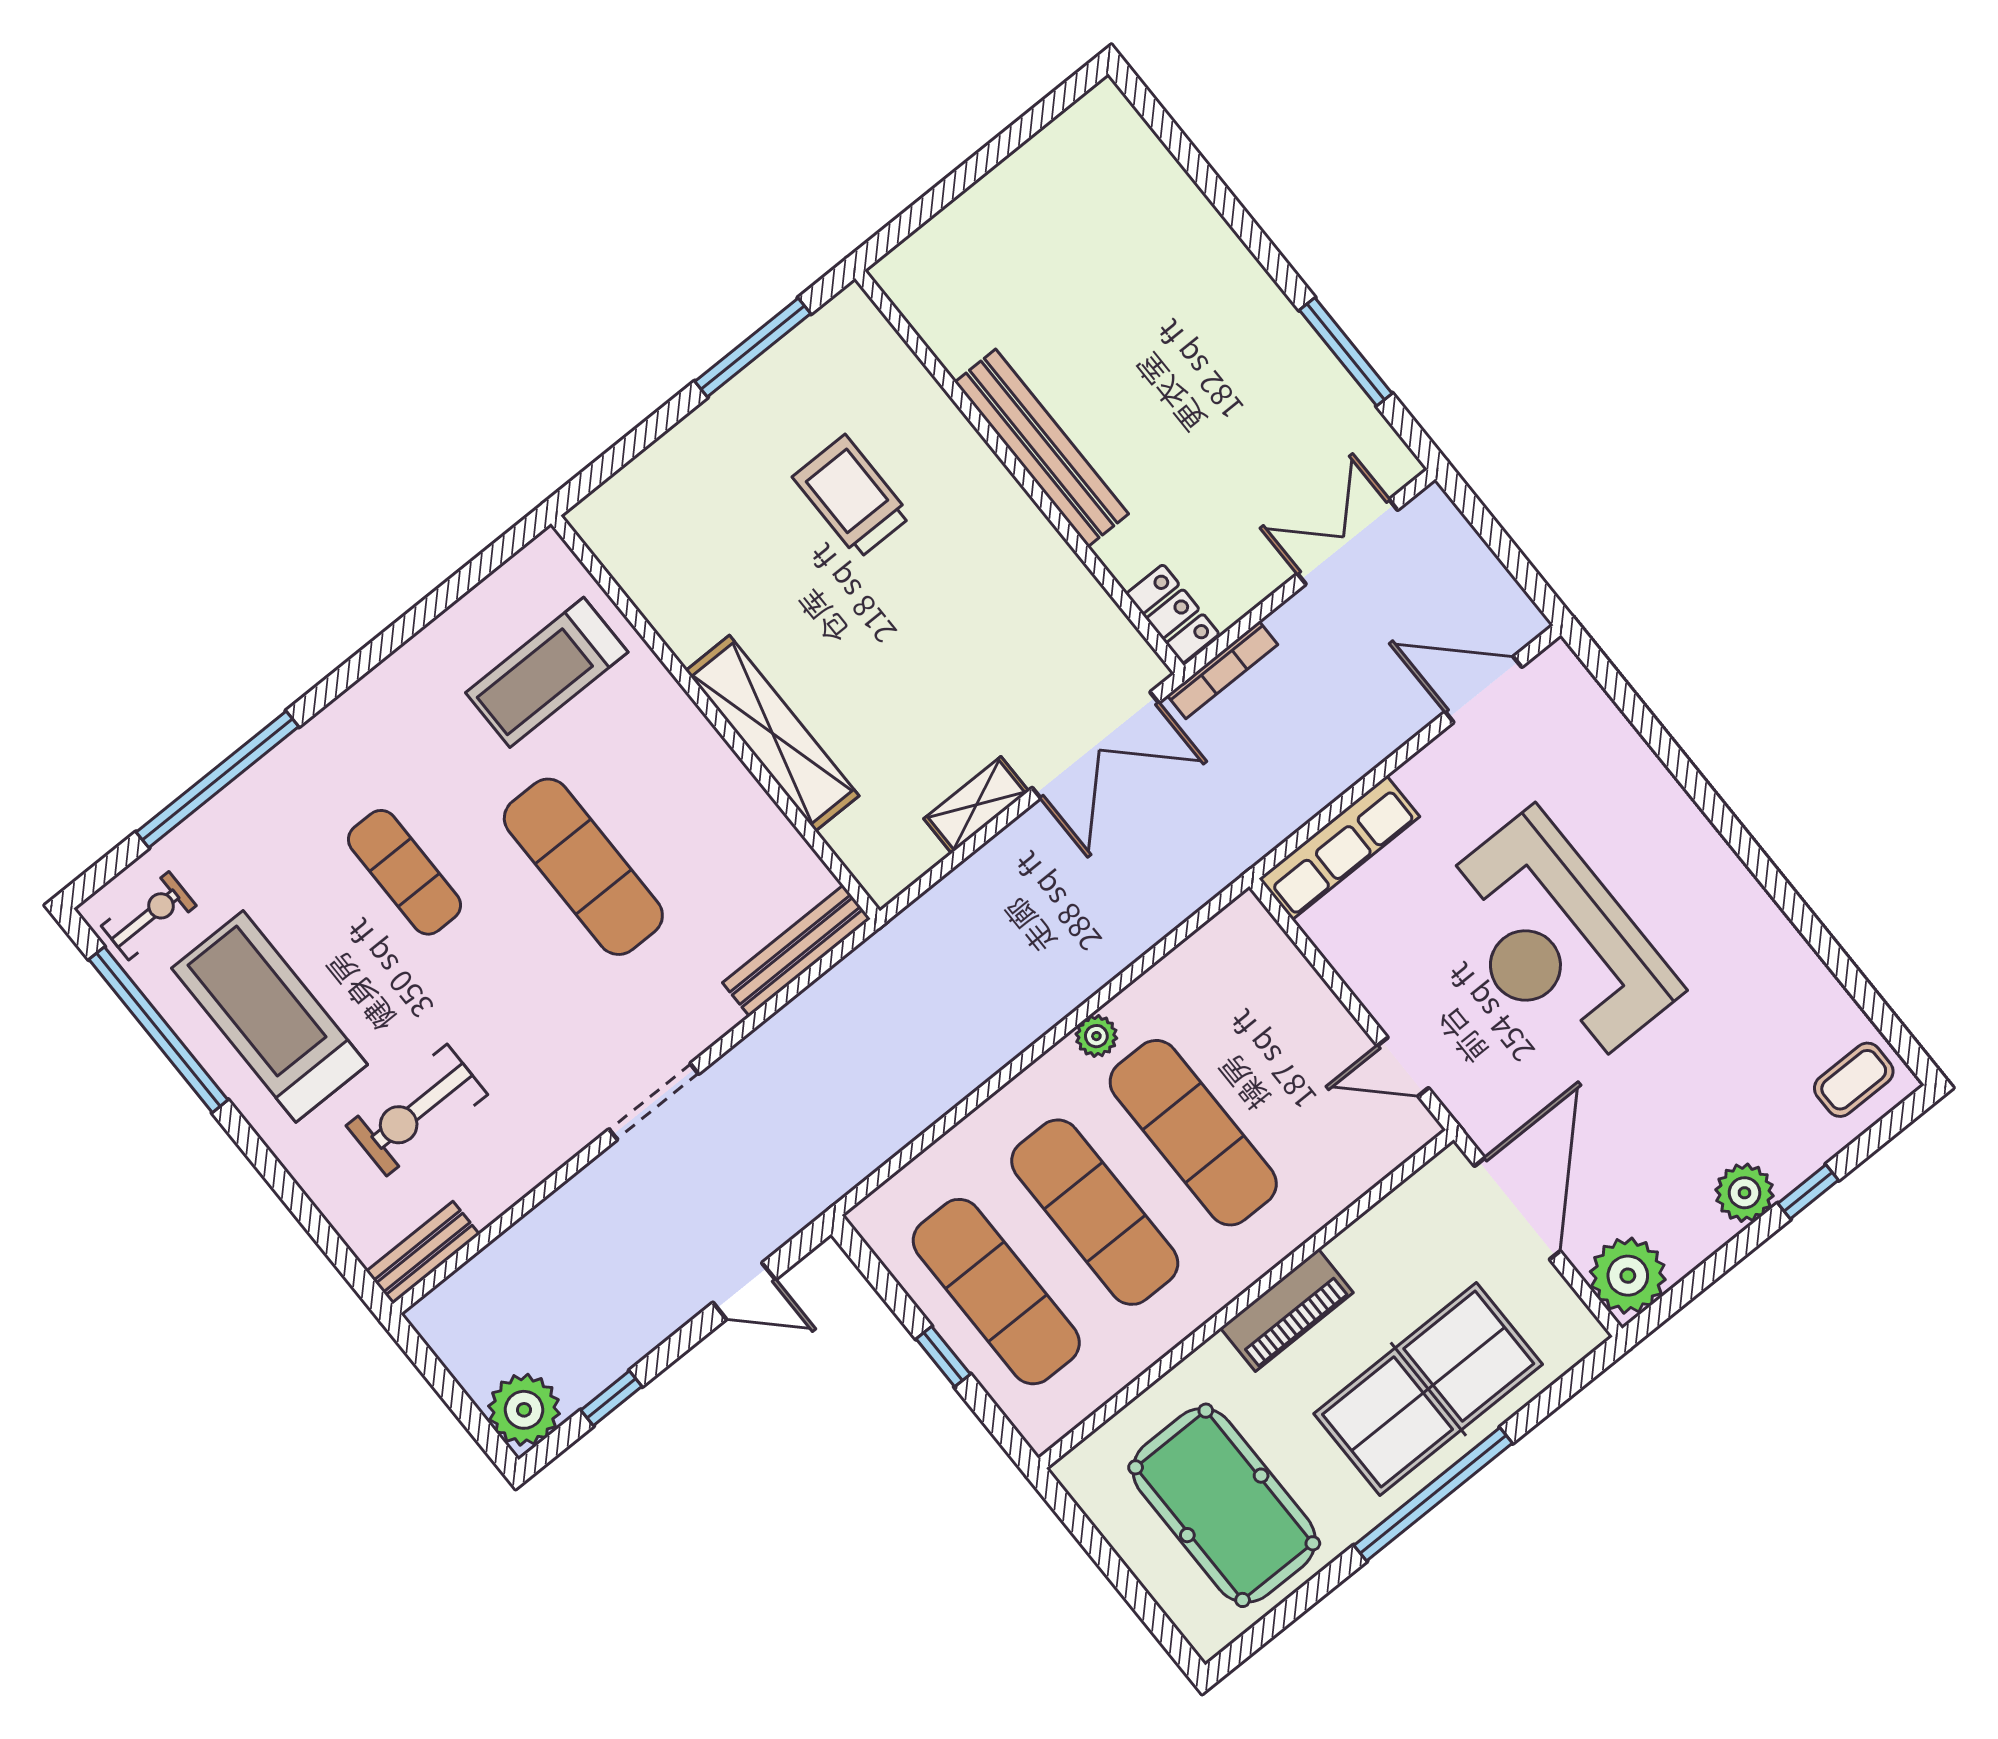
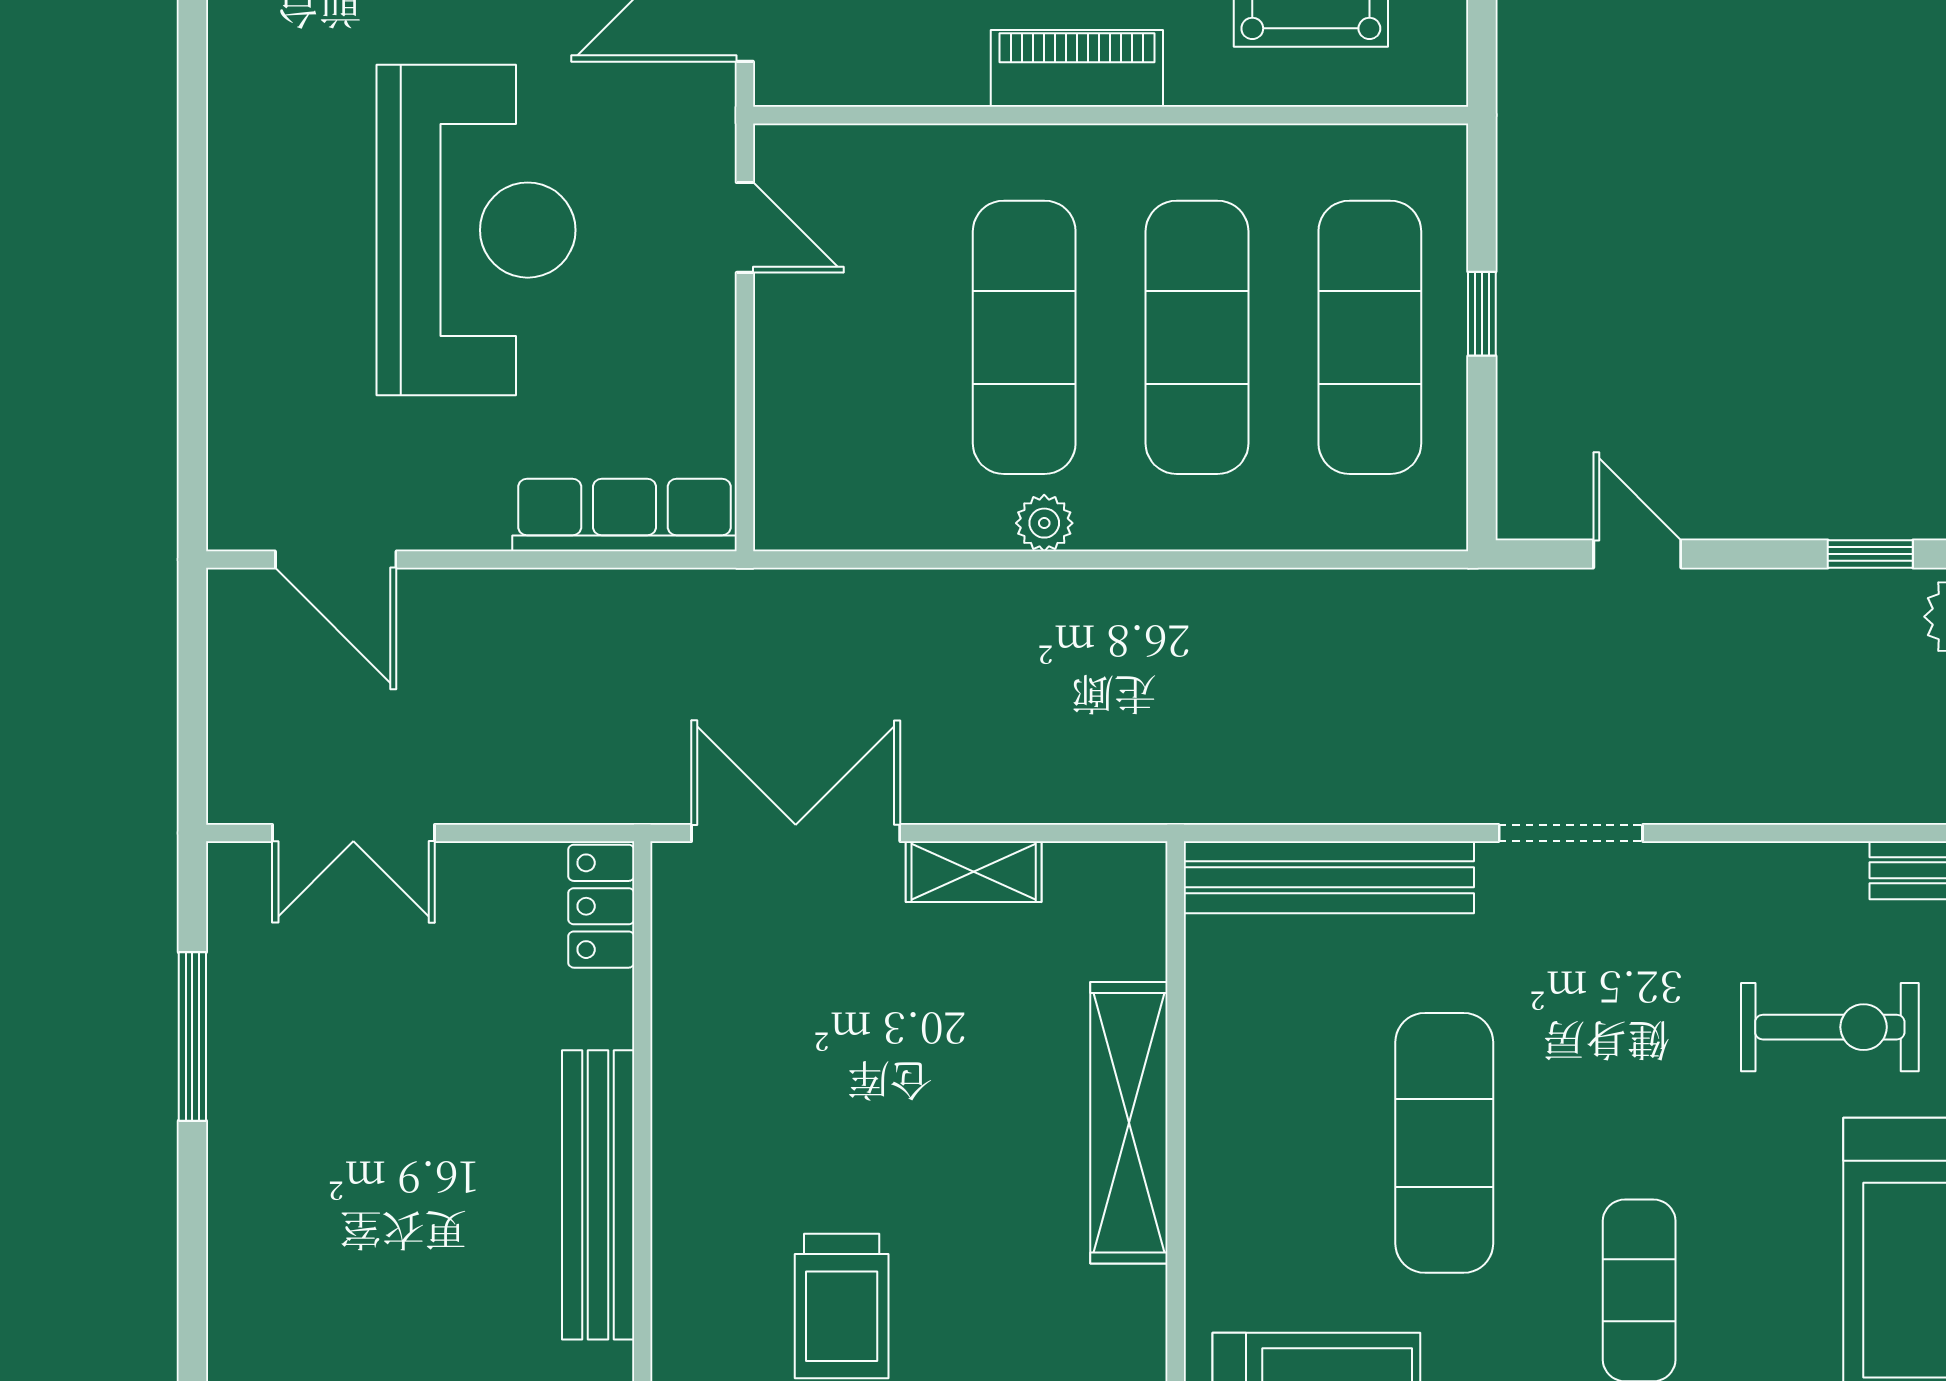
bookcase: (1222, 670) -> (596, 804), removed
bench: (796, 951) -> (1329, 877), width x1.37, depth x1.21

